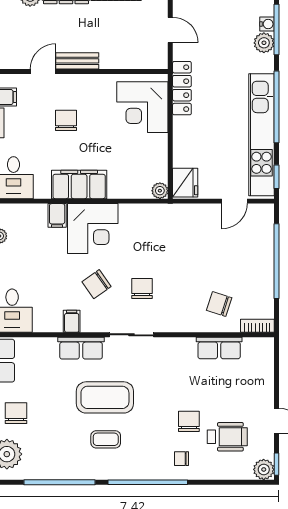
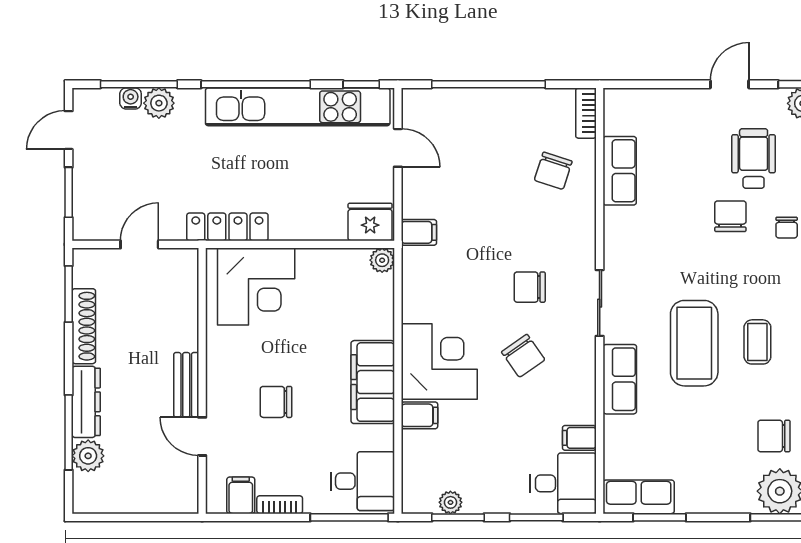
filing cabinet: (178, 215) -> (419, 232), added
filing cabinet: (72, 321) -> (579, 438), moved
chair: (16, 413) -> (774, 436), moved
chair: (189, 421) -> (730, 216), turned 90

